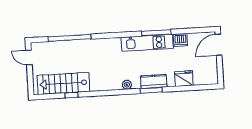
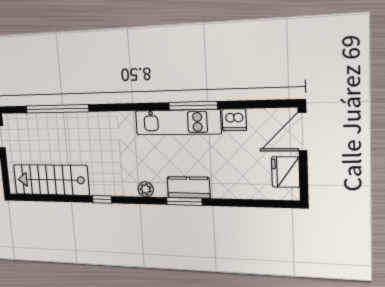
fridge: (184, 79) -> (286, 172), moved, turned -90
window: (71, 95) -> (102, 199), moved

